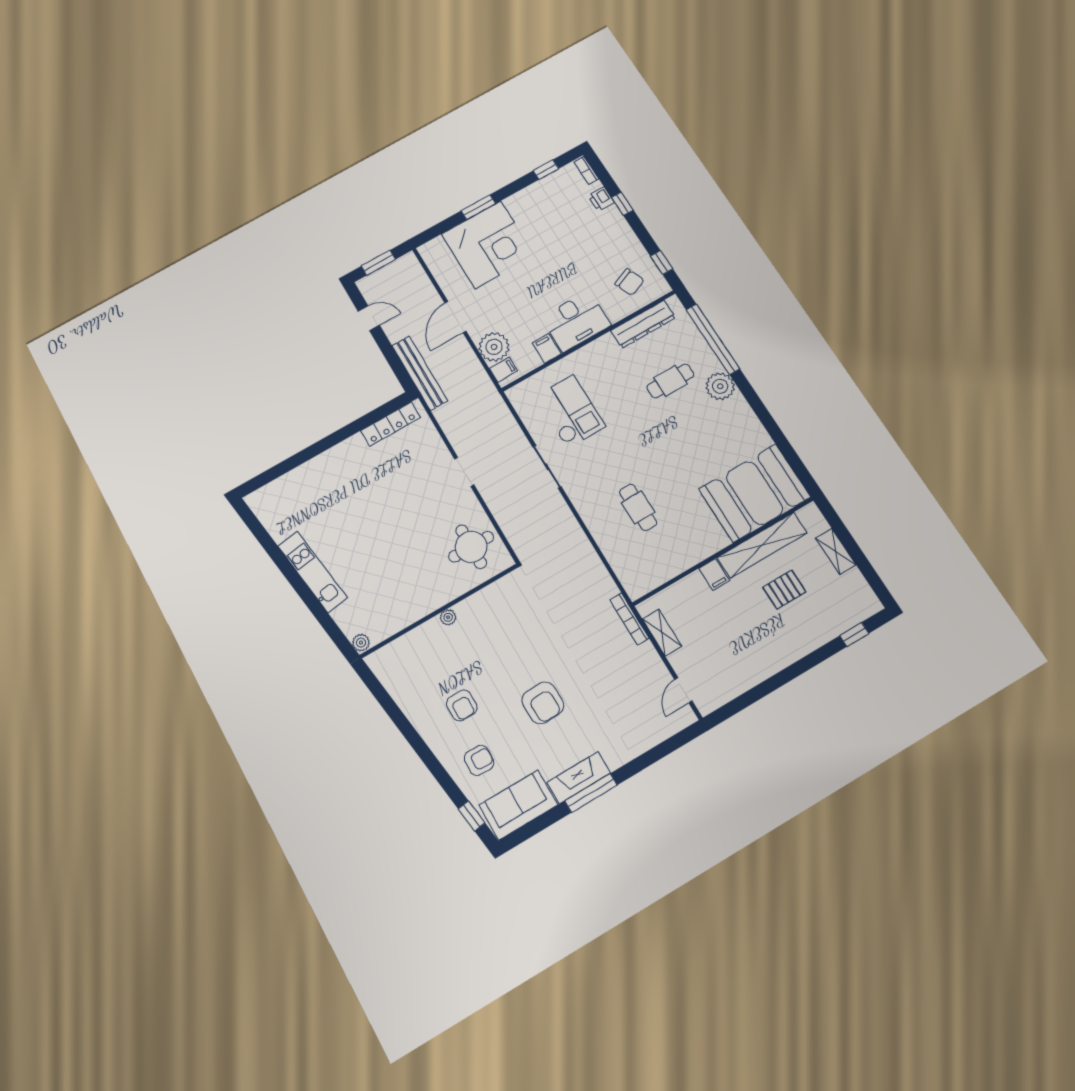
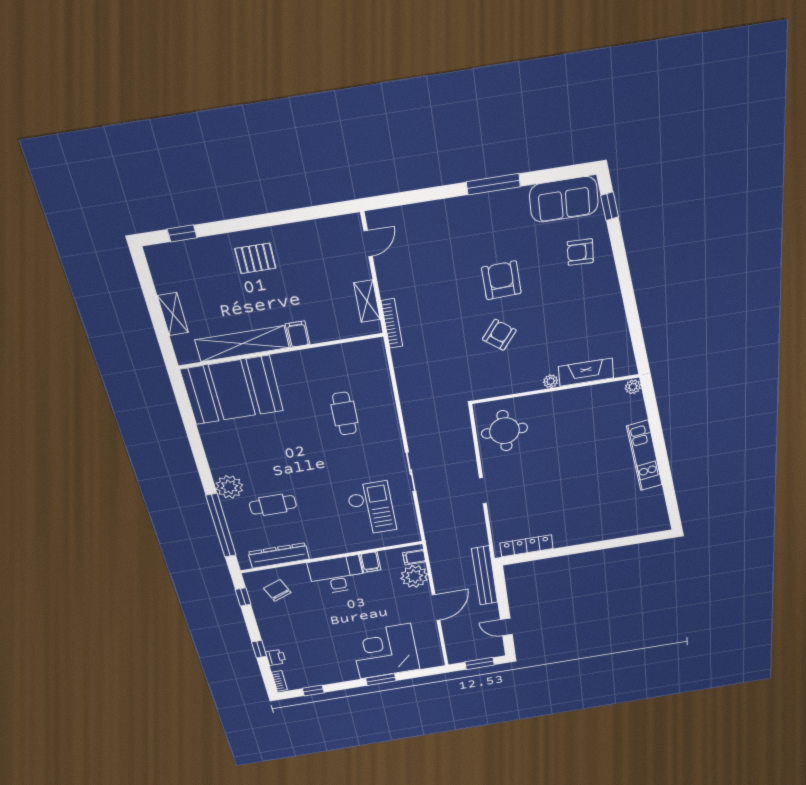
checkout: (570, 411) -> (371, 508), turned 180
pallet: (784, 589) -> (255, 258), moved
armchair: (462, 705) -> (499, 335), moved, turned 38
fireplace: (579, 778) -> (586, 372), moved, turned 180

